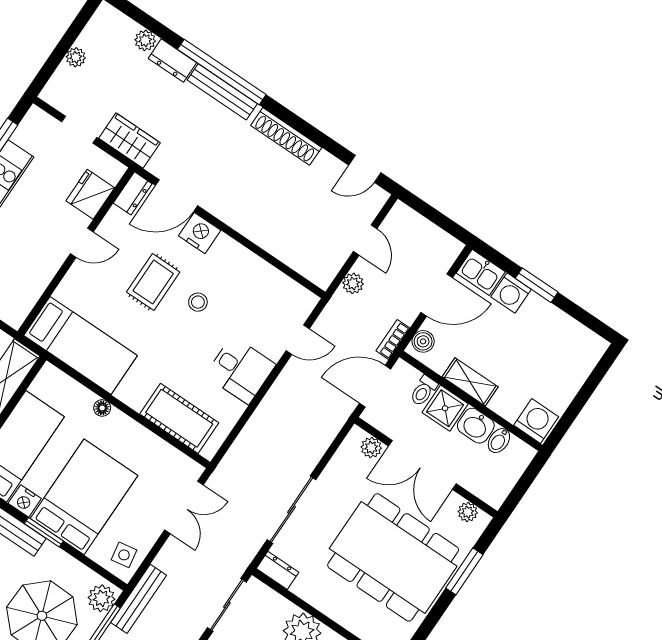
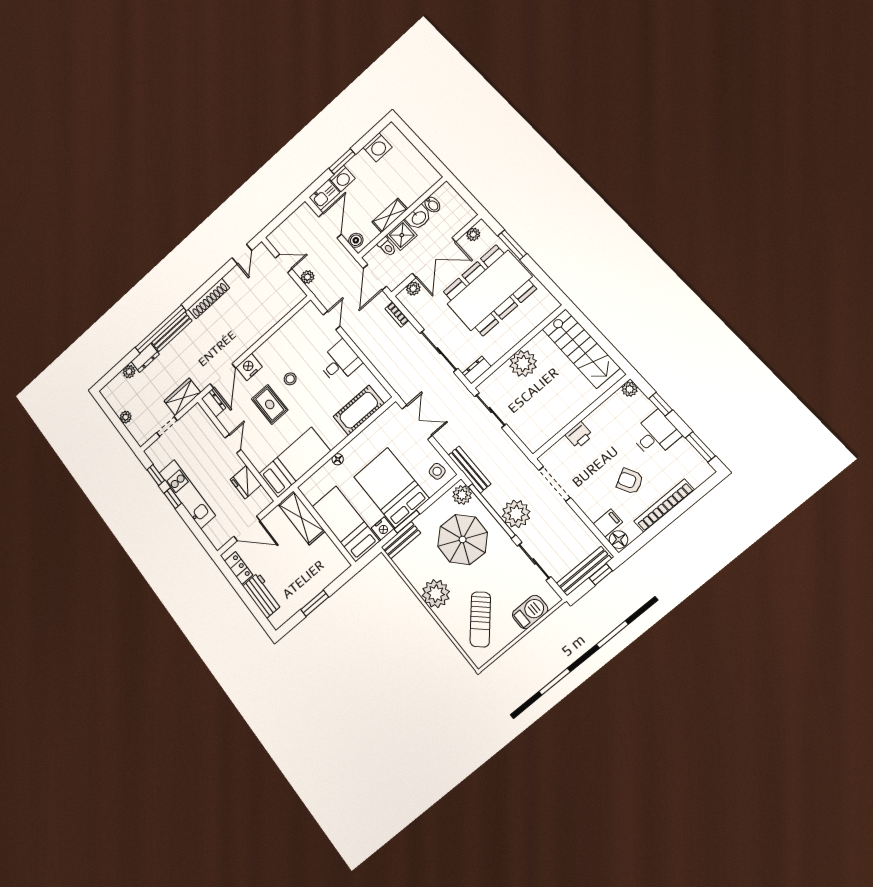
fridge: (90, 194) -> (246, 482), moved
bookcase: (393, 339) -> (397, 314), moved
washing machine: (536, 421) -> (378, 147), moved, turned 180

